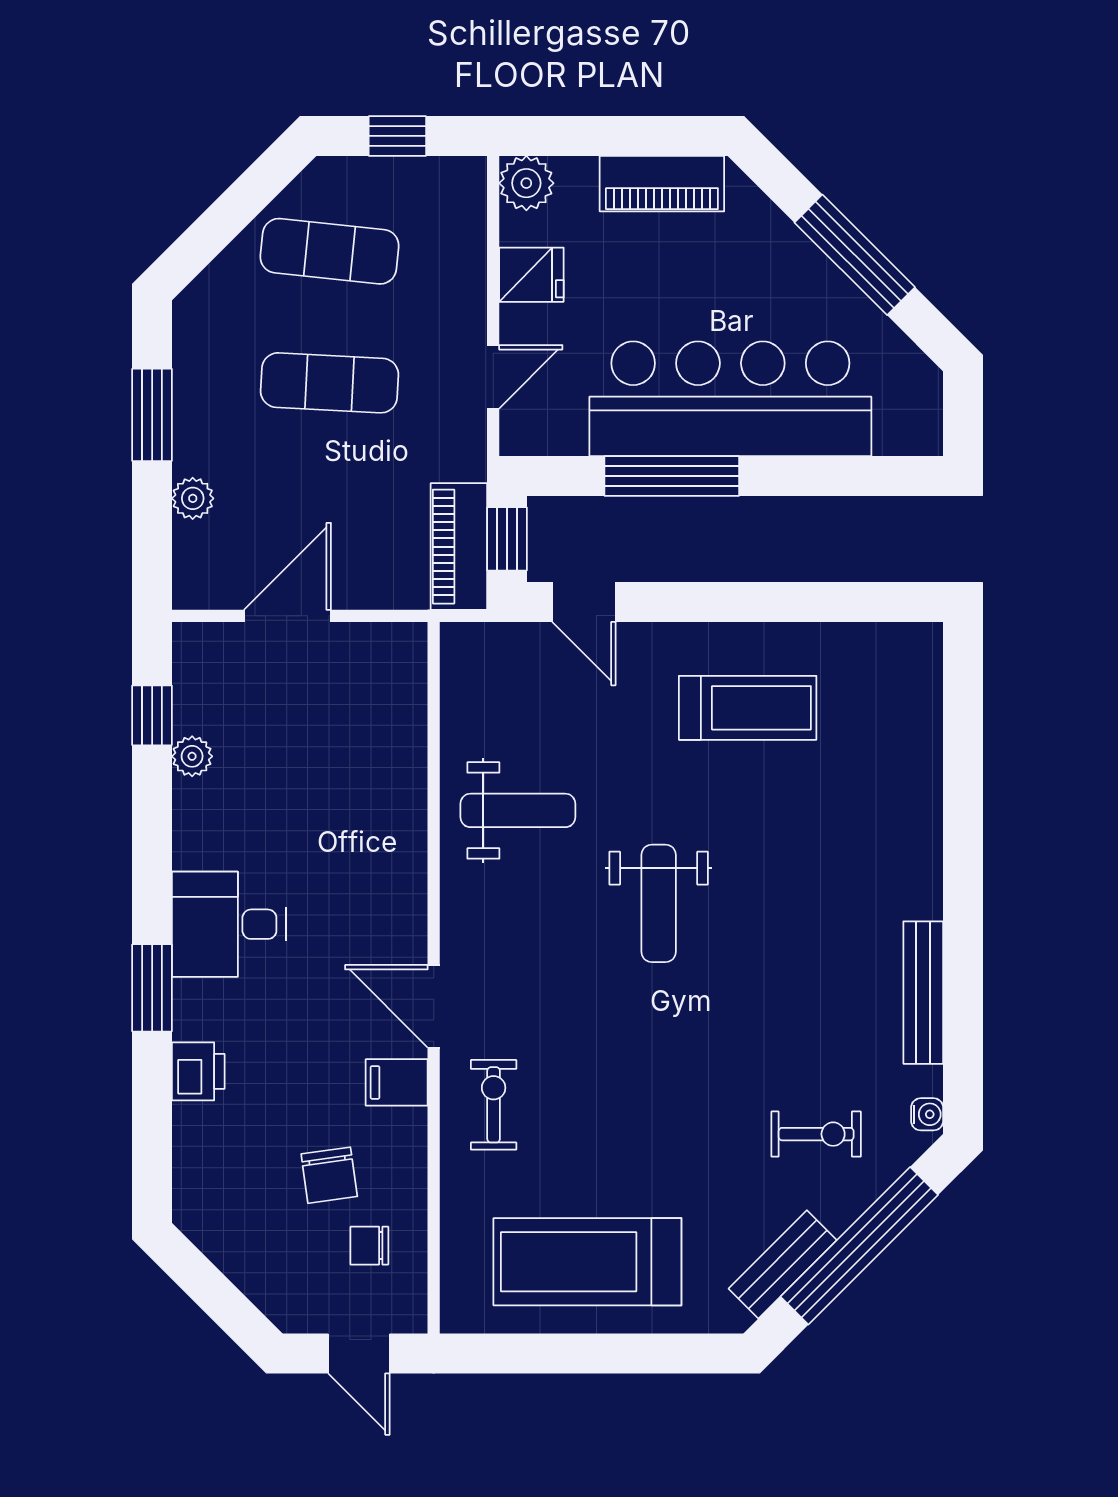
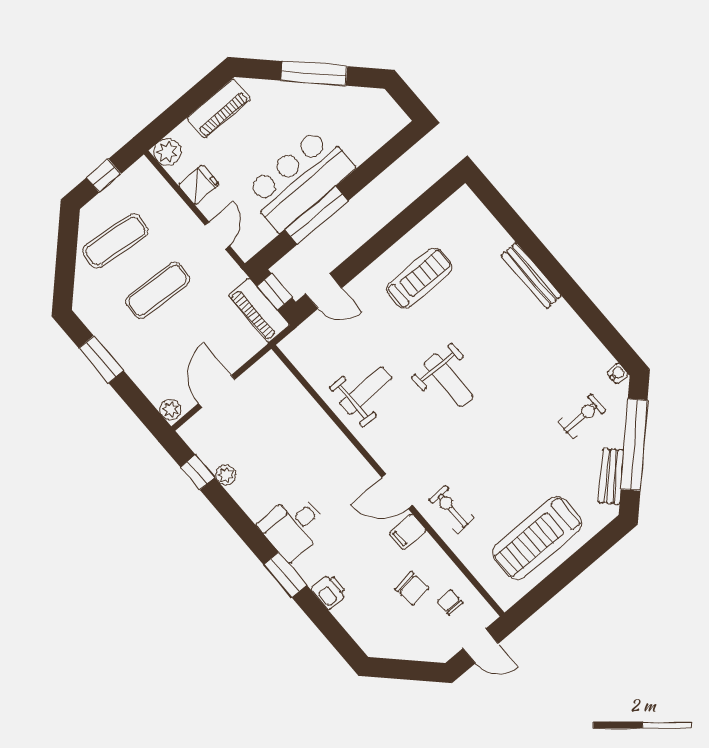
bar counter: (730, 399) -> (299, 180), width x0.73
plant: (193, 498) -> (170, 409), moved
bench: (923, 993) -> (531, 275), moved
chair: (369, 1246) -> (450, 602), turned 90

